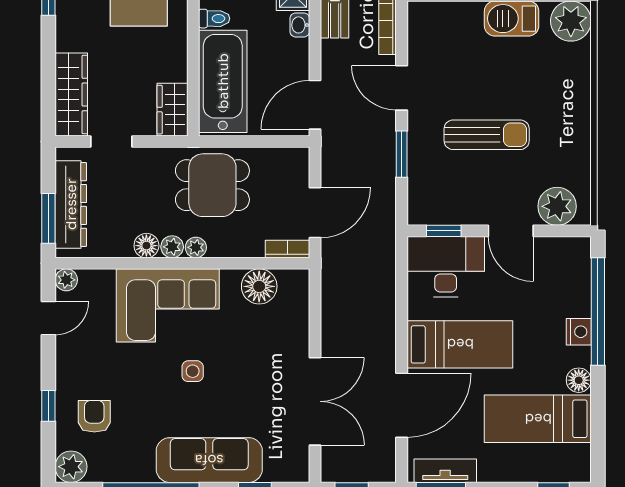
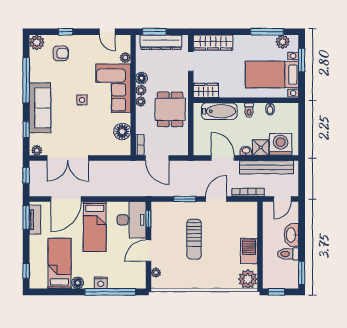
bathtub: (223, 81) -> (219, 111), width x0.73, depth x0.73
door: (315, 105) -> (223, 158), moved
plant: (557, 206) -> (156, 273), width x0.53, depth x0.53
plant: (66, 280) -> (125, 58), moved
door: (402, 405) -> (66, 199), hinge flipped
plant: (299, 467) -> (37, 150), added

